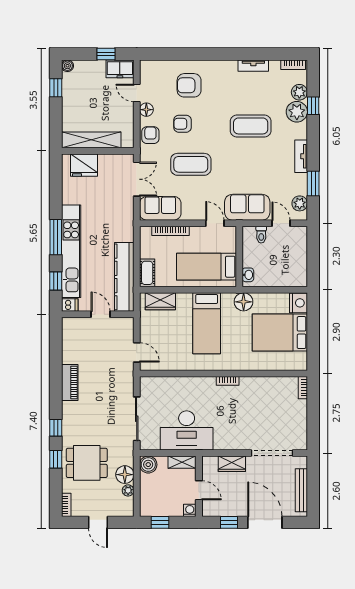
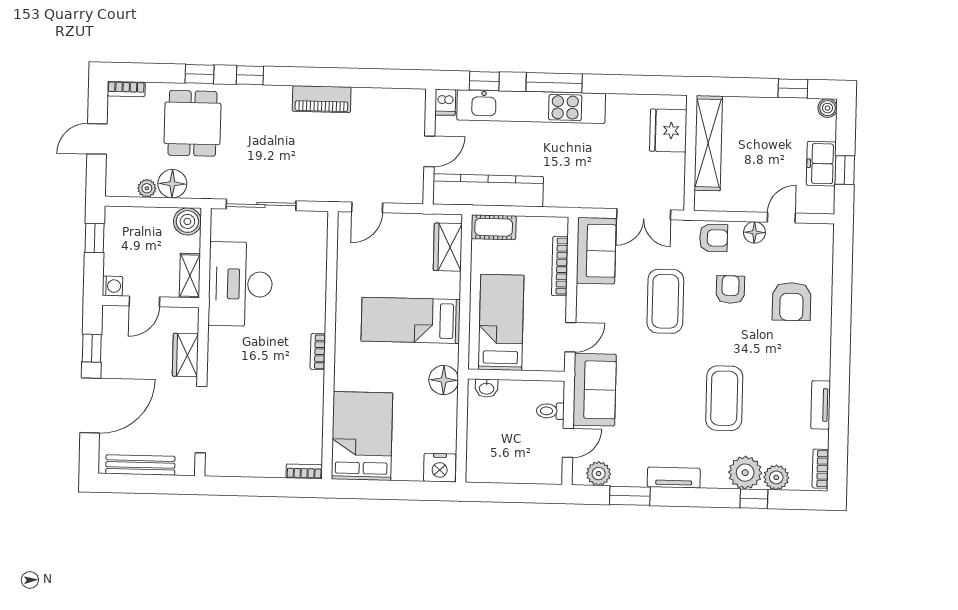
freezer: (120, 69) -> (821, 164), moved
armchair: (189, 85) -> (792, 302), turned 180
bed: (280, 333) -> (362, 436), moved

